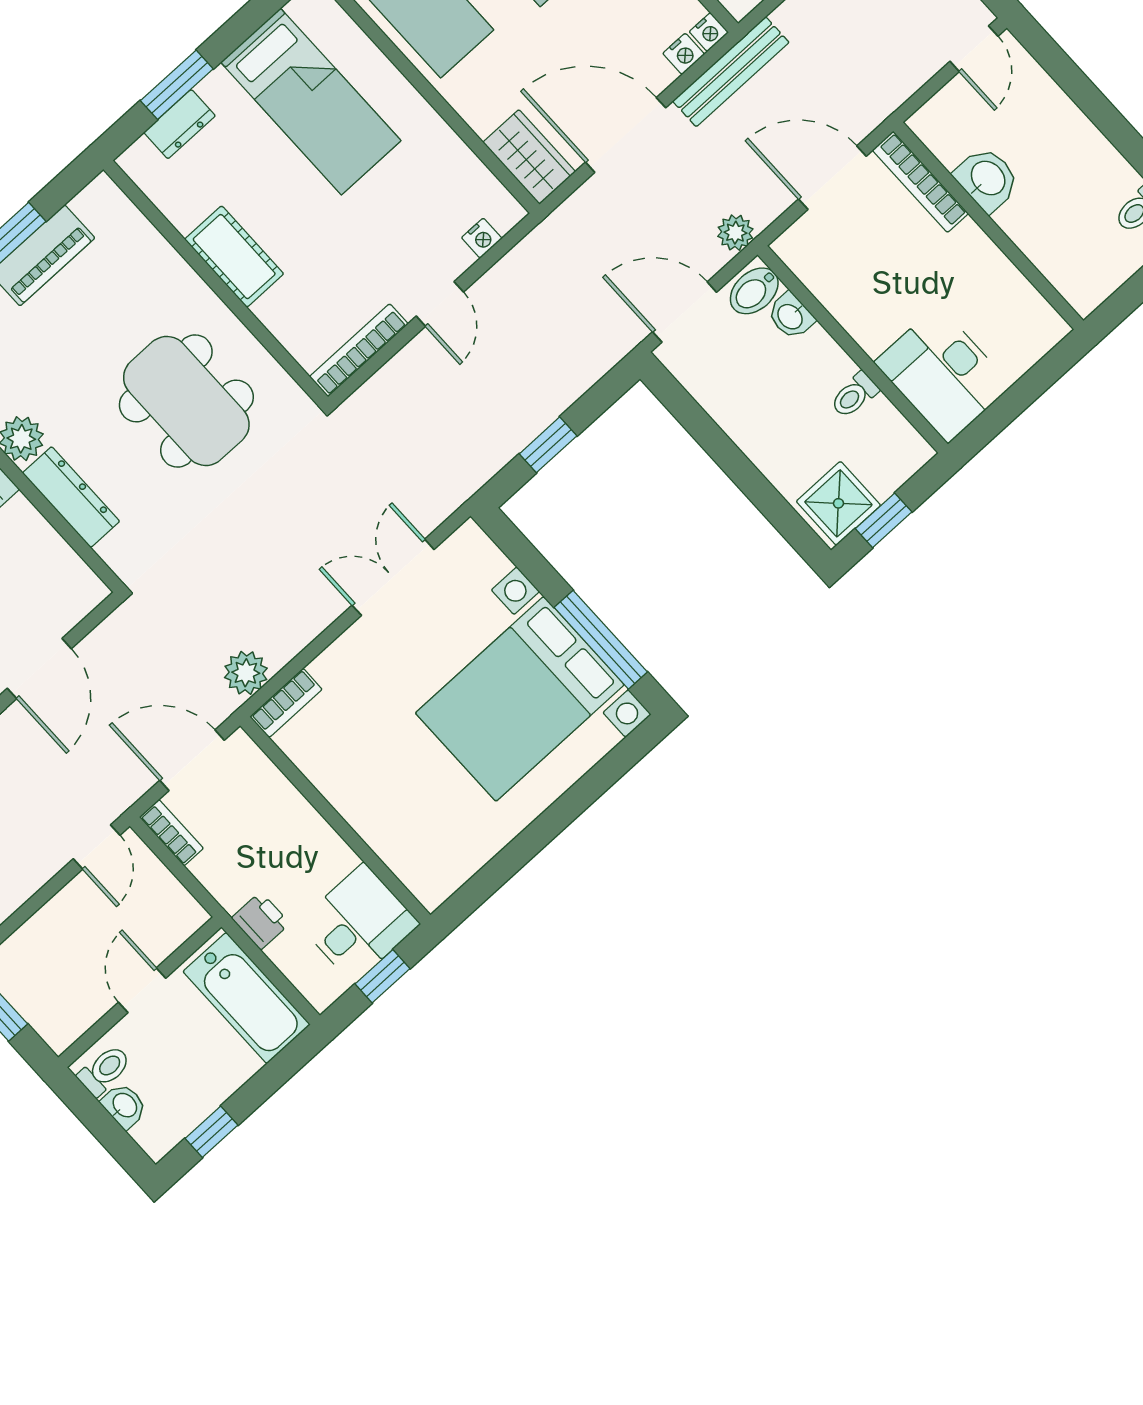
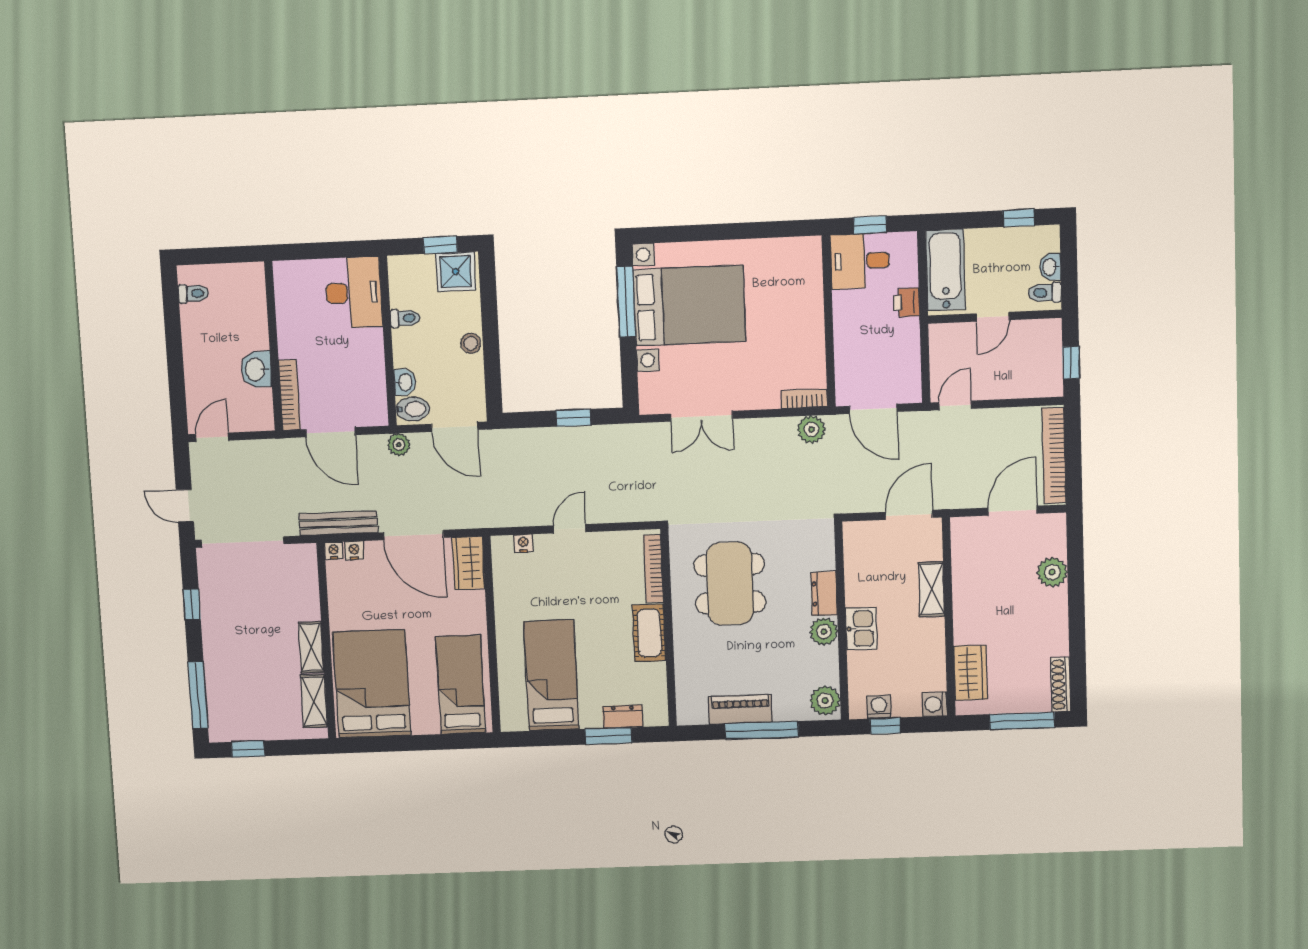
bookcase: (359, 350) -> (653, 568), moved, turned 90
stool: (749, 431) -> (471, 343), added
dresser: (71, 497) -> (824, 594), width x0.70
bookcase: (171, 833) -> (913, 382), removed

